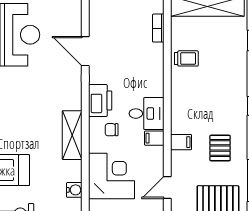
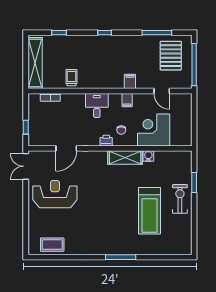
printer: (100, 101) -> (106, 141), width x0.53, depth x0.68
desk: (147, 114) -> (97, 106), moved
pallet: (220, 148) -> (134, 54), removed
water cooler: (74, 190) -> (148, 156), moved

